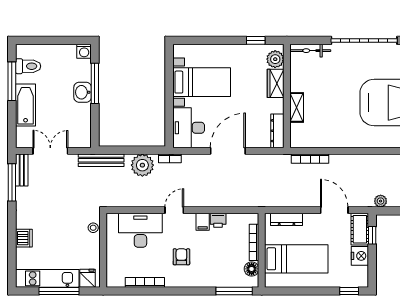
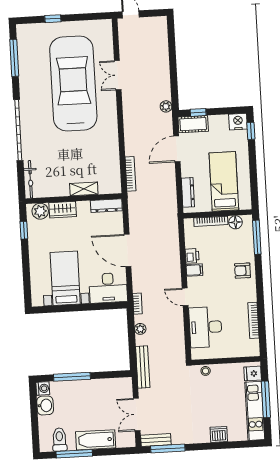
washbasin: (83, 92) -> (45, 405), moved, turned -90
plant: (142, 165) -> (140, 329), width x0.53, depth x0.53
nightstand: (360, 256) -> (238, 122), moved
armchair: (181, 257) -> (243, 271), moved

